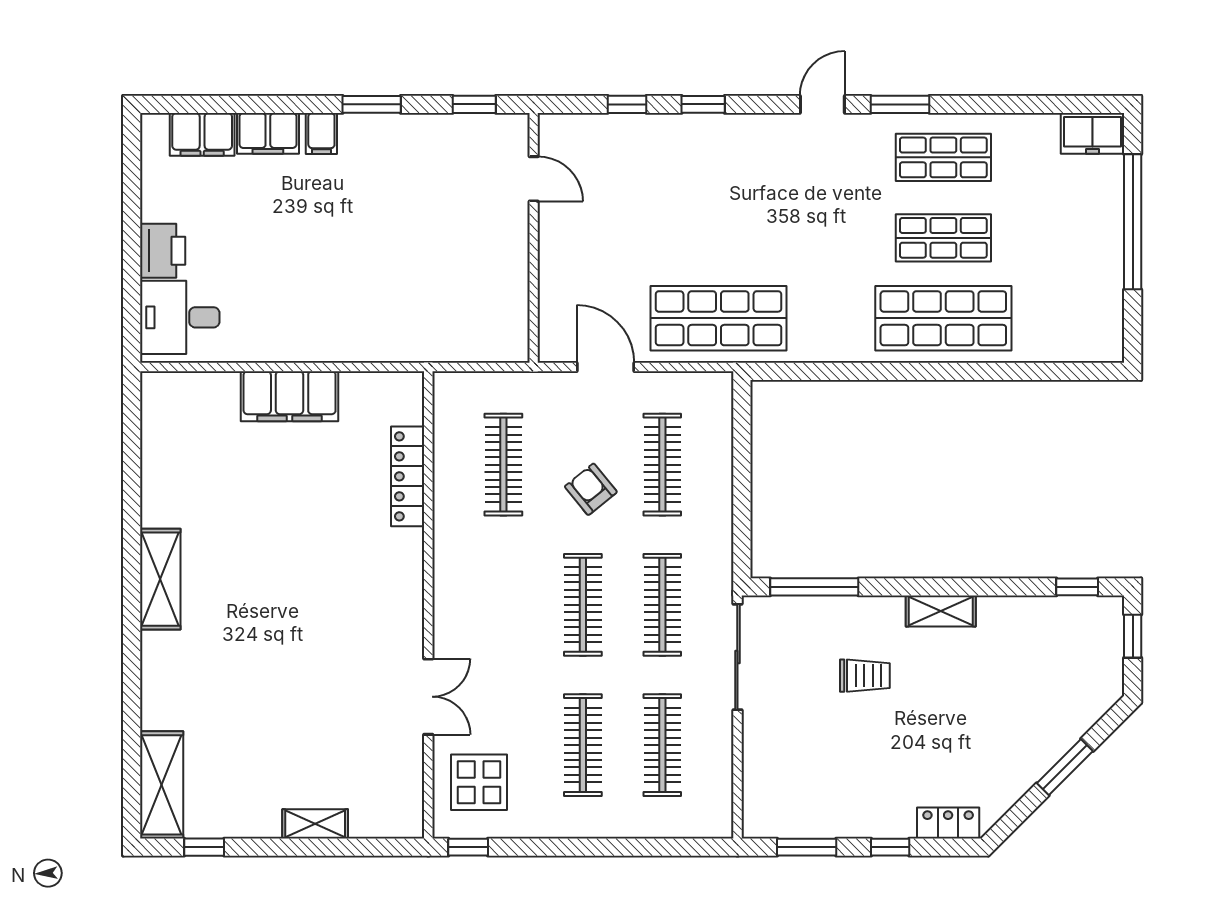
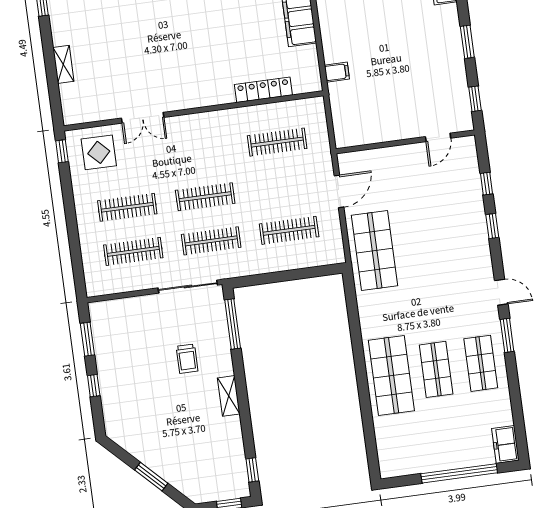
filing cabinet: (321, 133) -> (337, 72), moved, turned 180
armchair: (591, 489) -> (270, 192), removed
locker: (948, 823) -> (111, 416), removed

